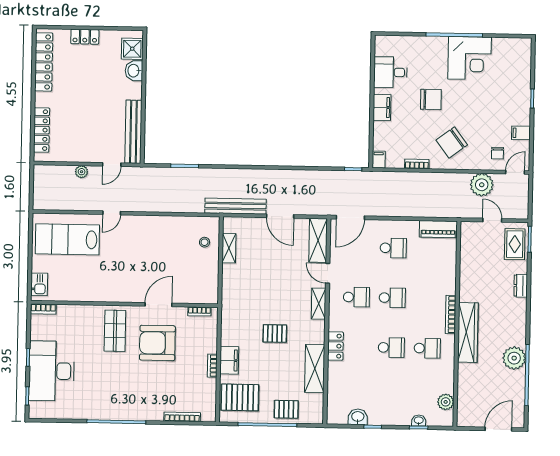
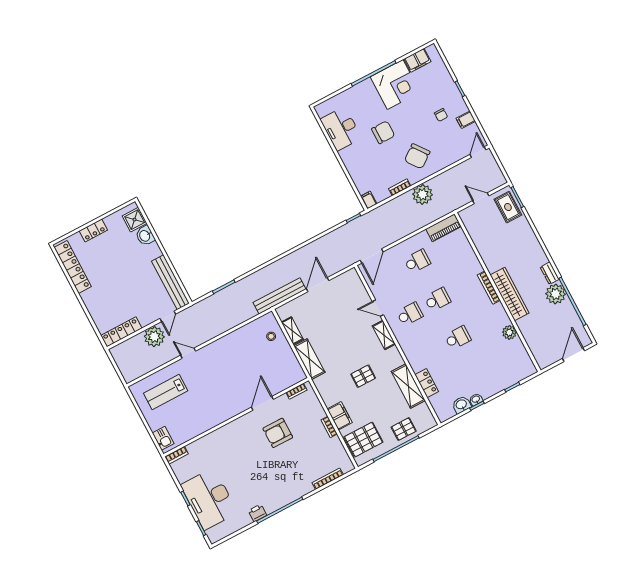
desk: (390, 72) -> (341, 129), width x1.37
filing cabinet: (382, 107) -> (417, 60), moved, turned 90
locker: (42, 130) -> (121, 332), moved, turned -90
chair: (498, 153) -> (441, 115), moved
plant: (82, 172) -> (154, 337), width x1.88, depth x1.88
plant: (482, 185) -> (422, 194), moved
door: (112, 213) -> (188, 353), swing flipped
door: (280, 216) -> (318, 285), swing flipped
lab bench: (67, 239) -> (166, 392), width x0.73, depth x0.72
shelving: (318, 240) -> (309, 359), moved
dresser: (521, 286) -> (550, 273), moved
shop shelf: (115, 331) -> (240, 441), removed
armchair: (157, 343) -> (278, 433), width x0.73, depth x0.73
locker: (335, 346) -> (427, 383), moved
school desk: (427, 348) -> (485, 323), removed
plant: (446, 402) -> (509, 332), moved
printer: (92, 412) -> (257, 513), added
washbasin: (419, 421) -> (476, 399), moved

